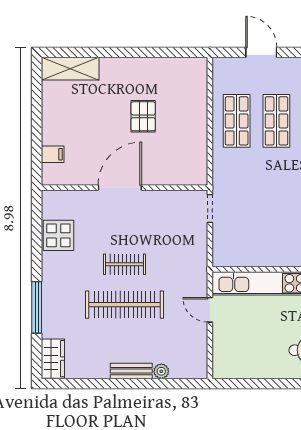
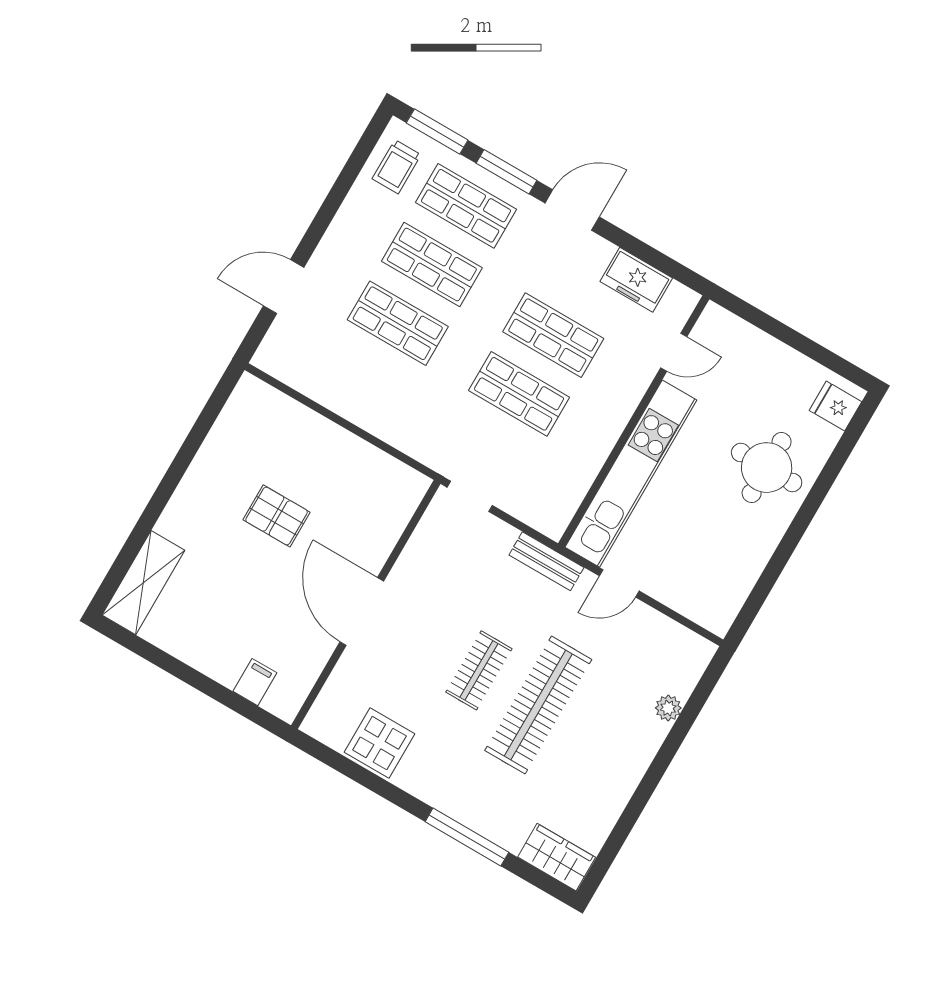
shop shelf: (237, 121) -> (519, 394), moved
bench: (131, 371) -> (546, 561), moved, turned 90

